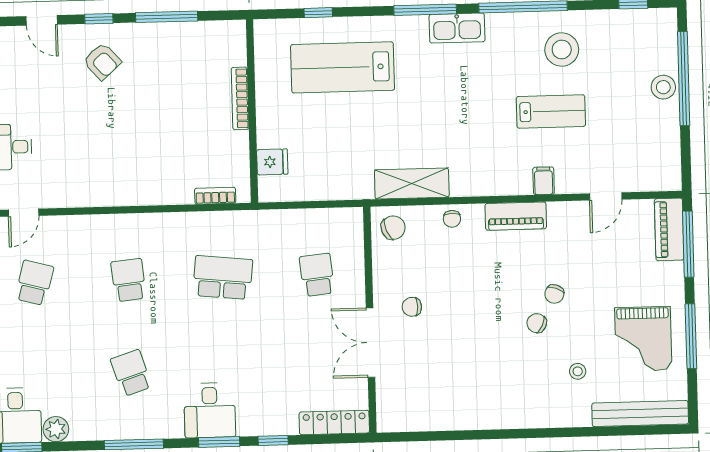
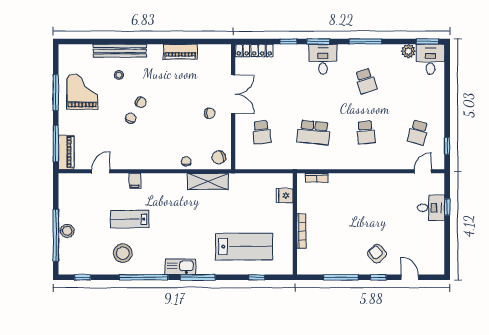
piano: (516, 216) -> (180, 52), moved, turned 180
bench: (640, 414) -> (120, 51), moved

